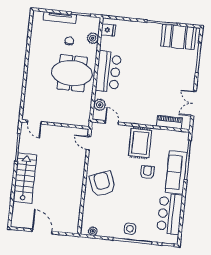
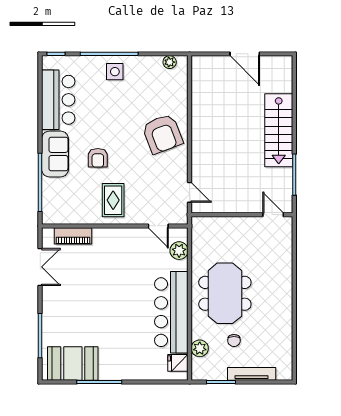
bar counter: (108, 72) -> (171, 312), width x1.36
meeting table: (72, 73) -> (225, 293), turned 90
rug: (140, 143) -> (113, 200), width x0.73, depth x0.70
sofa: (176, 172) -> (55, 154), width x0.73

